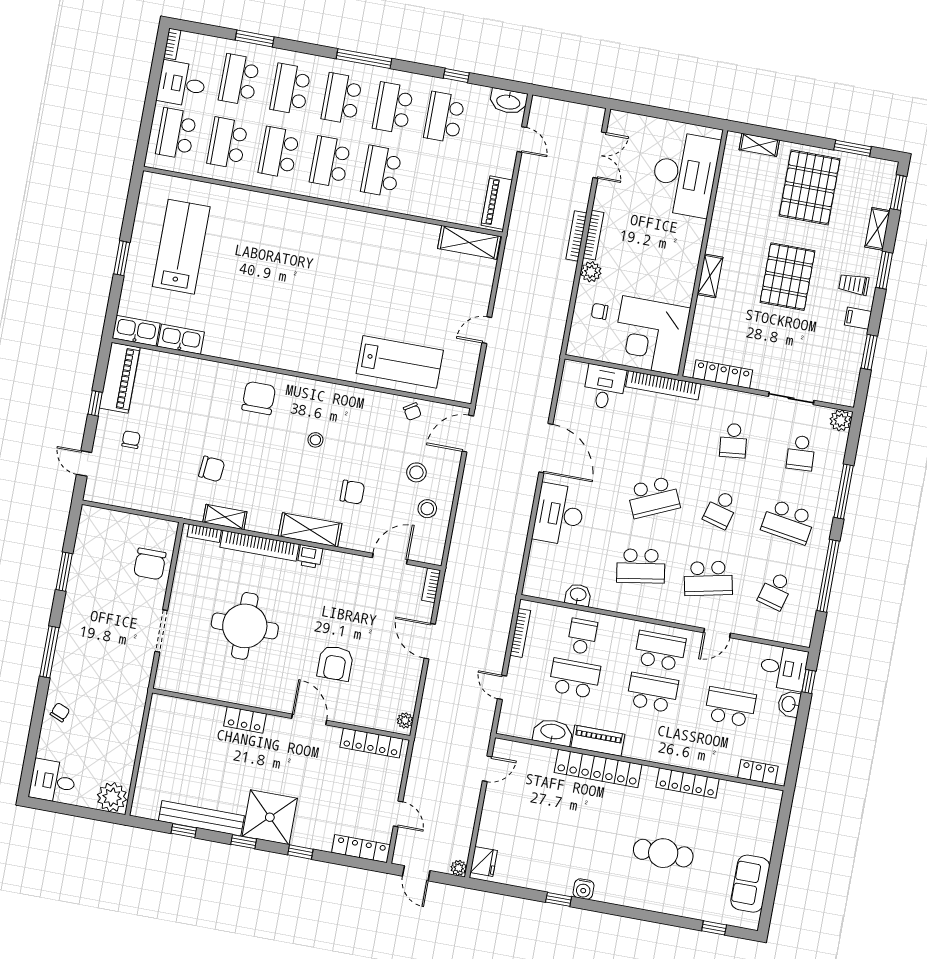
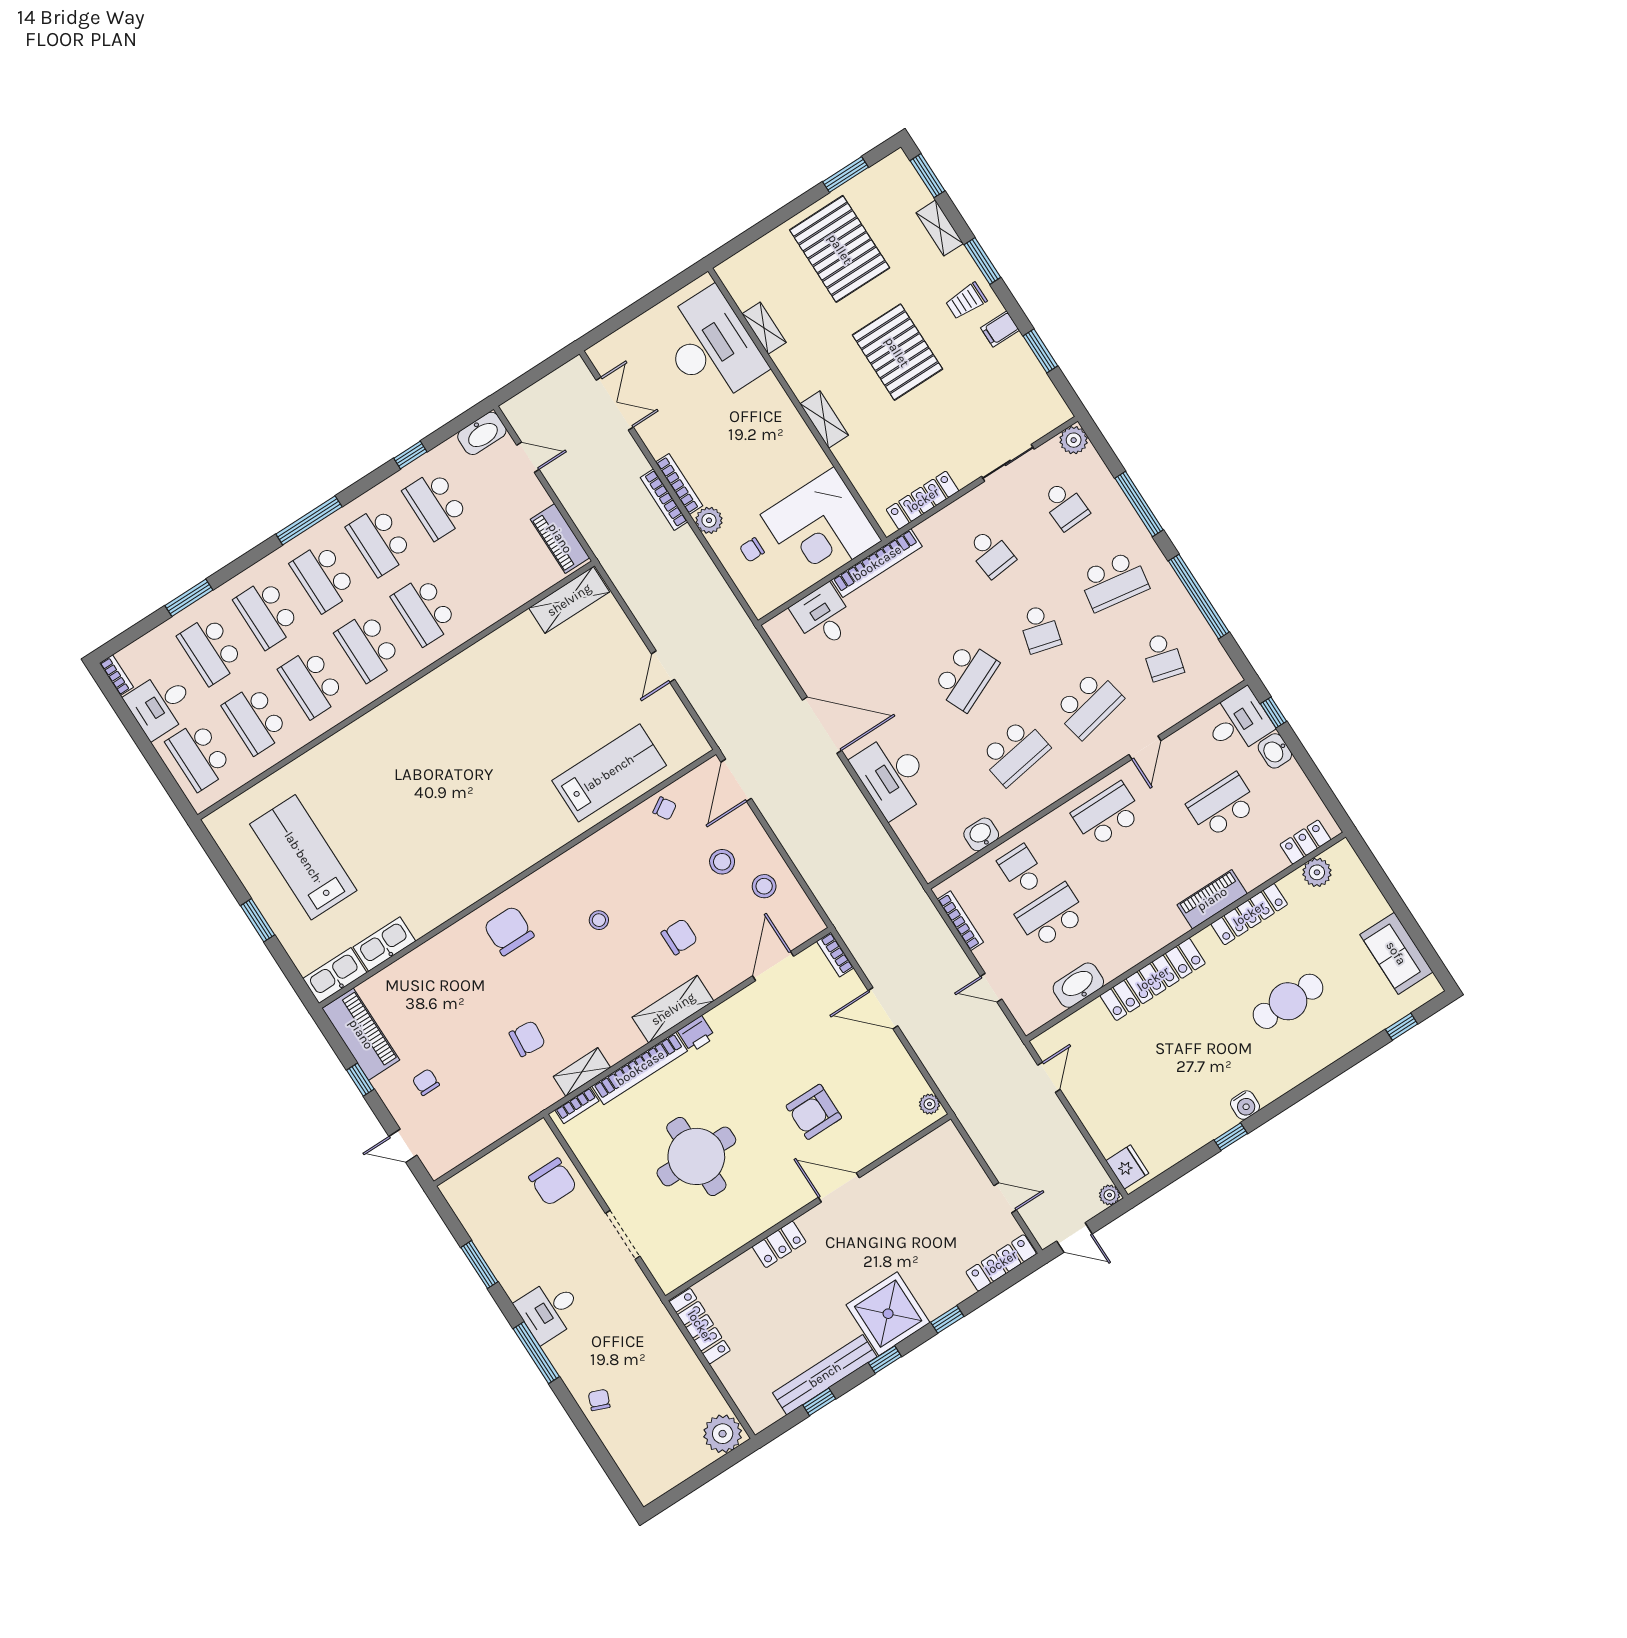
shelving: (759, 145) -> (764, 328), moved, turned 90
armchair: (335, 663) -> (814, 1112), turned 90
school desk: (652, 693) -> (1137, 861), removed
piano: (598, 741) -> (1212, 899), moved
locker: (371, 743) -> (700, 1326), moved, turned -90
desk: (53, 781) -> (549, 1310), moved
plant: (748, 795) -> (1317, 872), added

